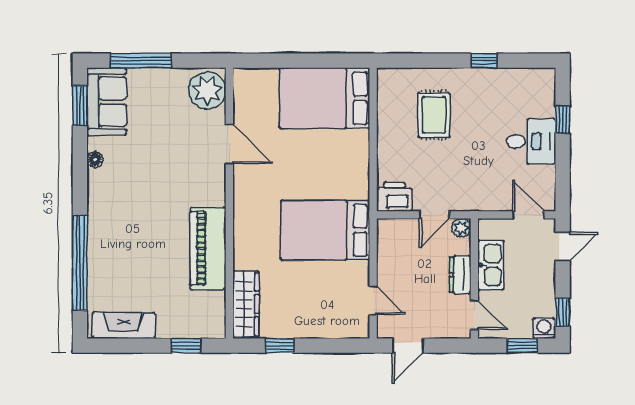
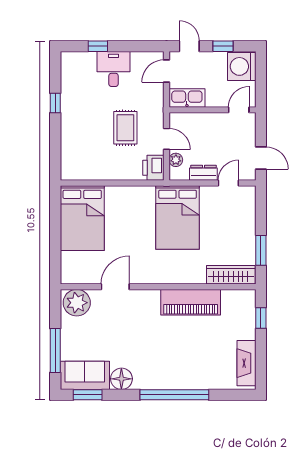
rug: (434, 115) -> (125, 128), moved, turned 90
floor lamp: (95, 160) -> (121, 379), width x1.89, depth x1.89
plant: (461, 228) -> (176, 160), moved
window: (80, 263) -> (174, 395), moved
kitchen sink: (491, 265) -> (187, 98), moved
dresser: (460, 275) -> (203, 173), moved, turned 180
window: (563, 312) -> (223, 46), moved
washing machine: (544, 328) -> (242, 66), width x1.89, depth x1.89
window: (280, 346) -> (261, 250), width x1.50
window: (522, 346) -> (261, 75), removed

